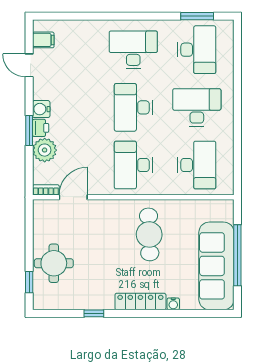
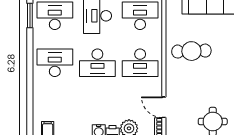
desk: (133, 50) -> (55, 63), turned 90

